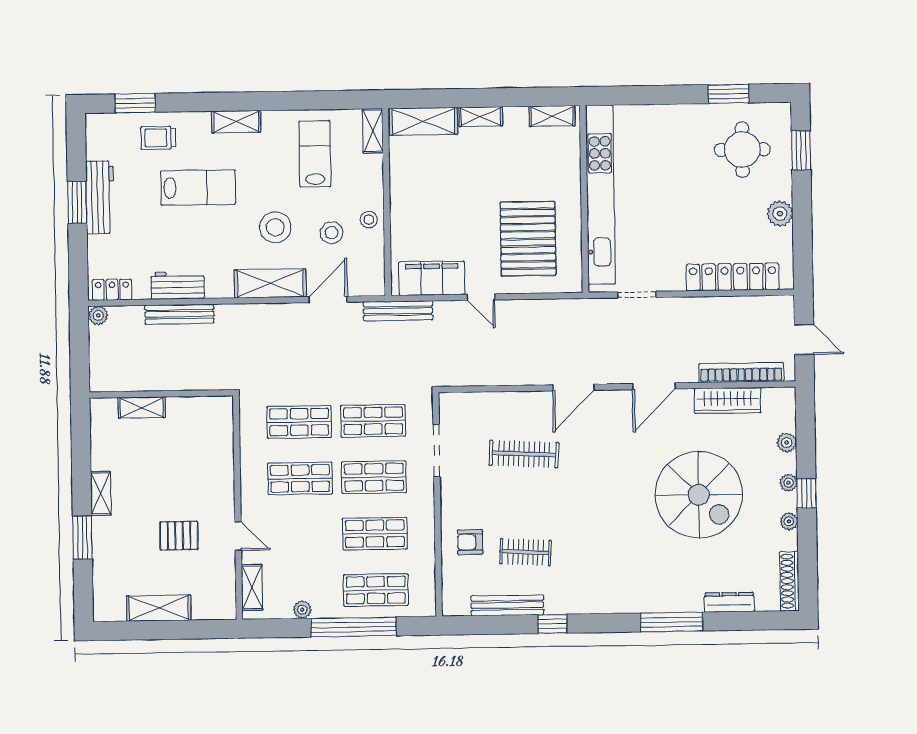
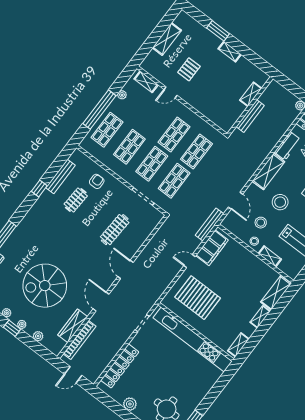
shelving: (373, 131) -> (270, 256), moved
shelving: (270, 283) -> (268, 171), moved
bench: (179, 314) -> (250, 116), moved

